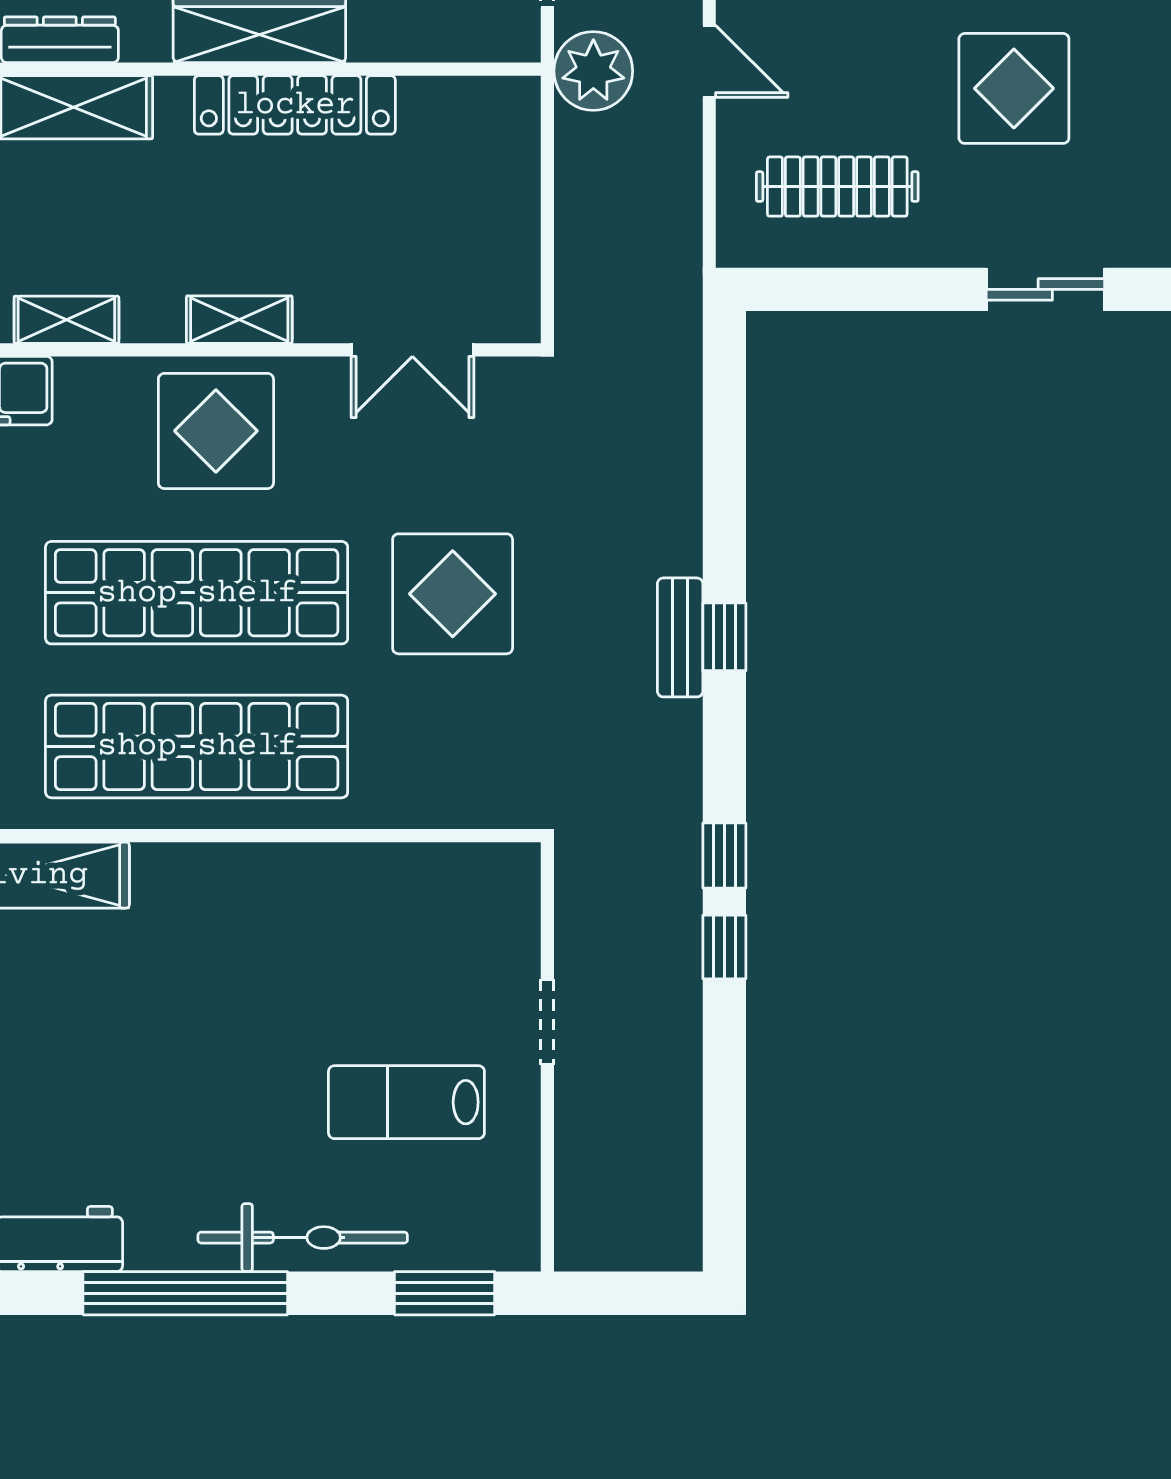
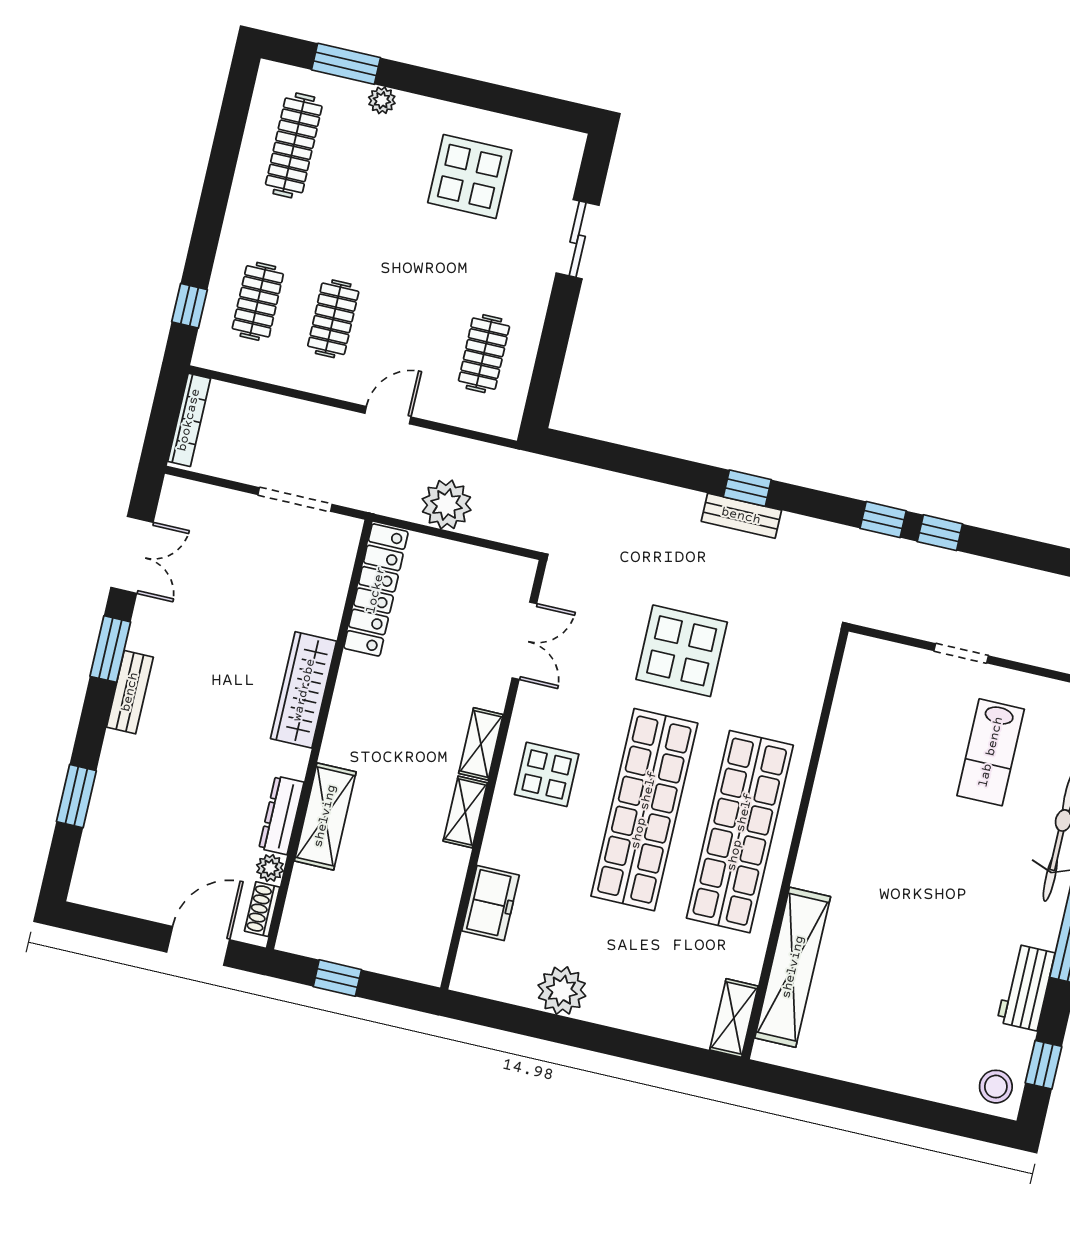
plant: (593, 71) -> (447, 505), moved
display table: (1014, 88) -> (470, 176), moved
locker: (295, 105) -> (376, 590), moved
clothes rail: (837, 187) -> (484, 354), width x0.73
shelving: (66, 320) -> (465, 812), moved
display table: (216, 431) -> (547, 774), width x0.73, depth x0.73

